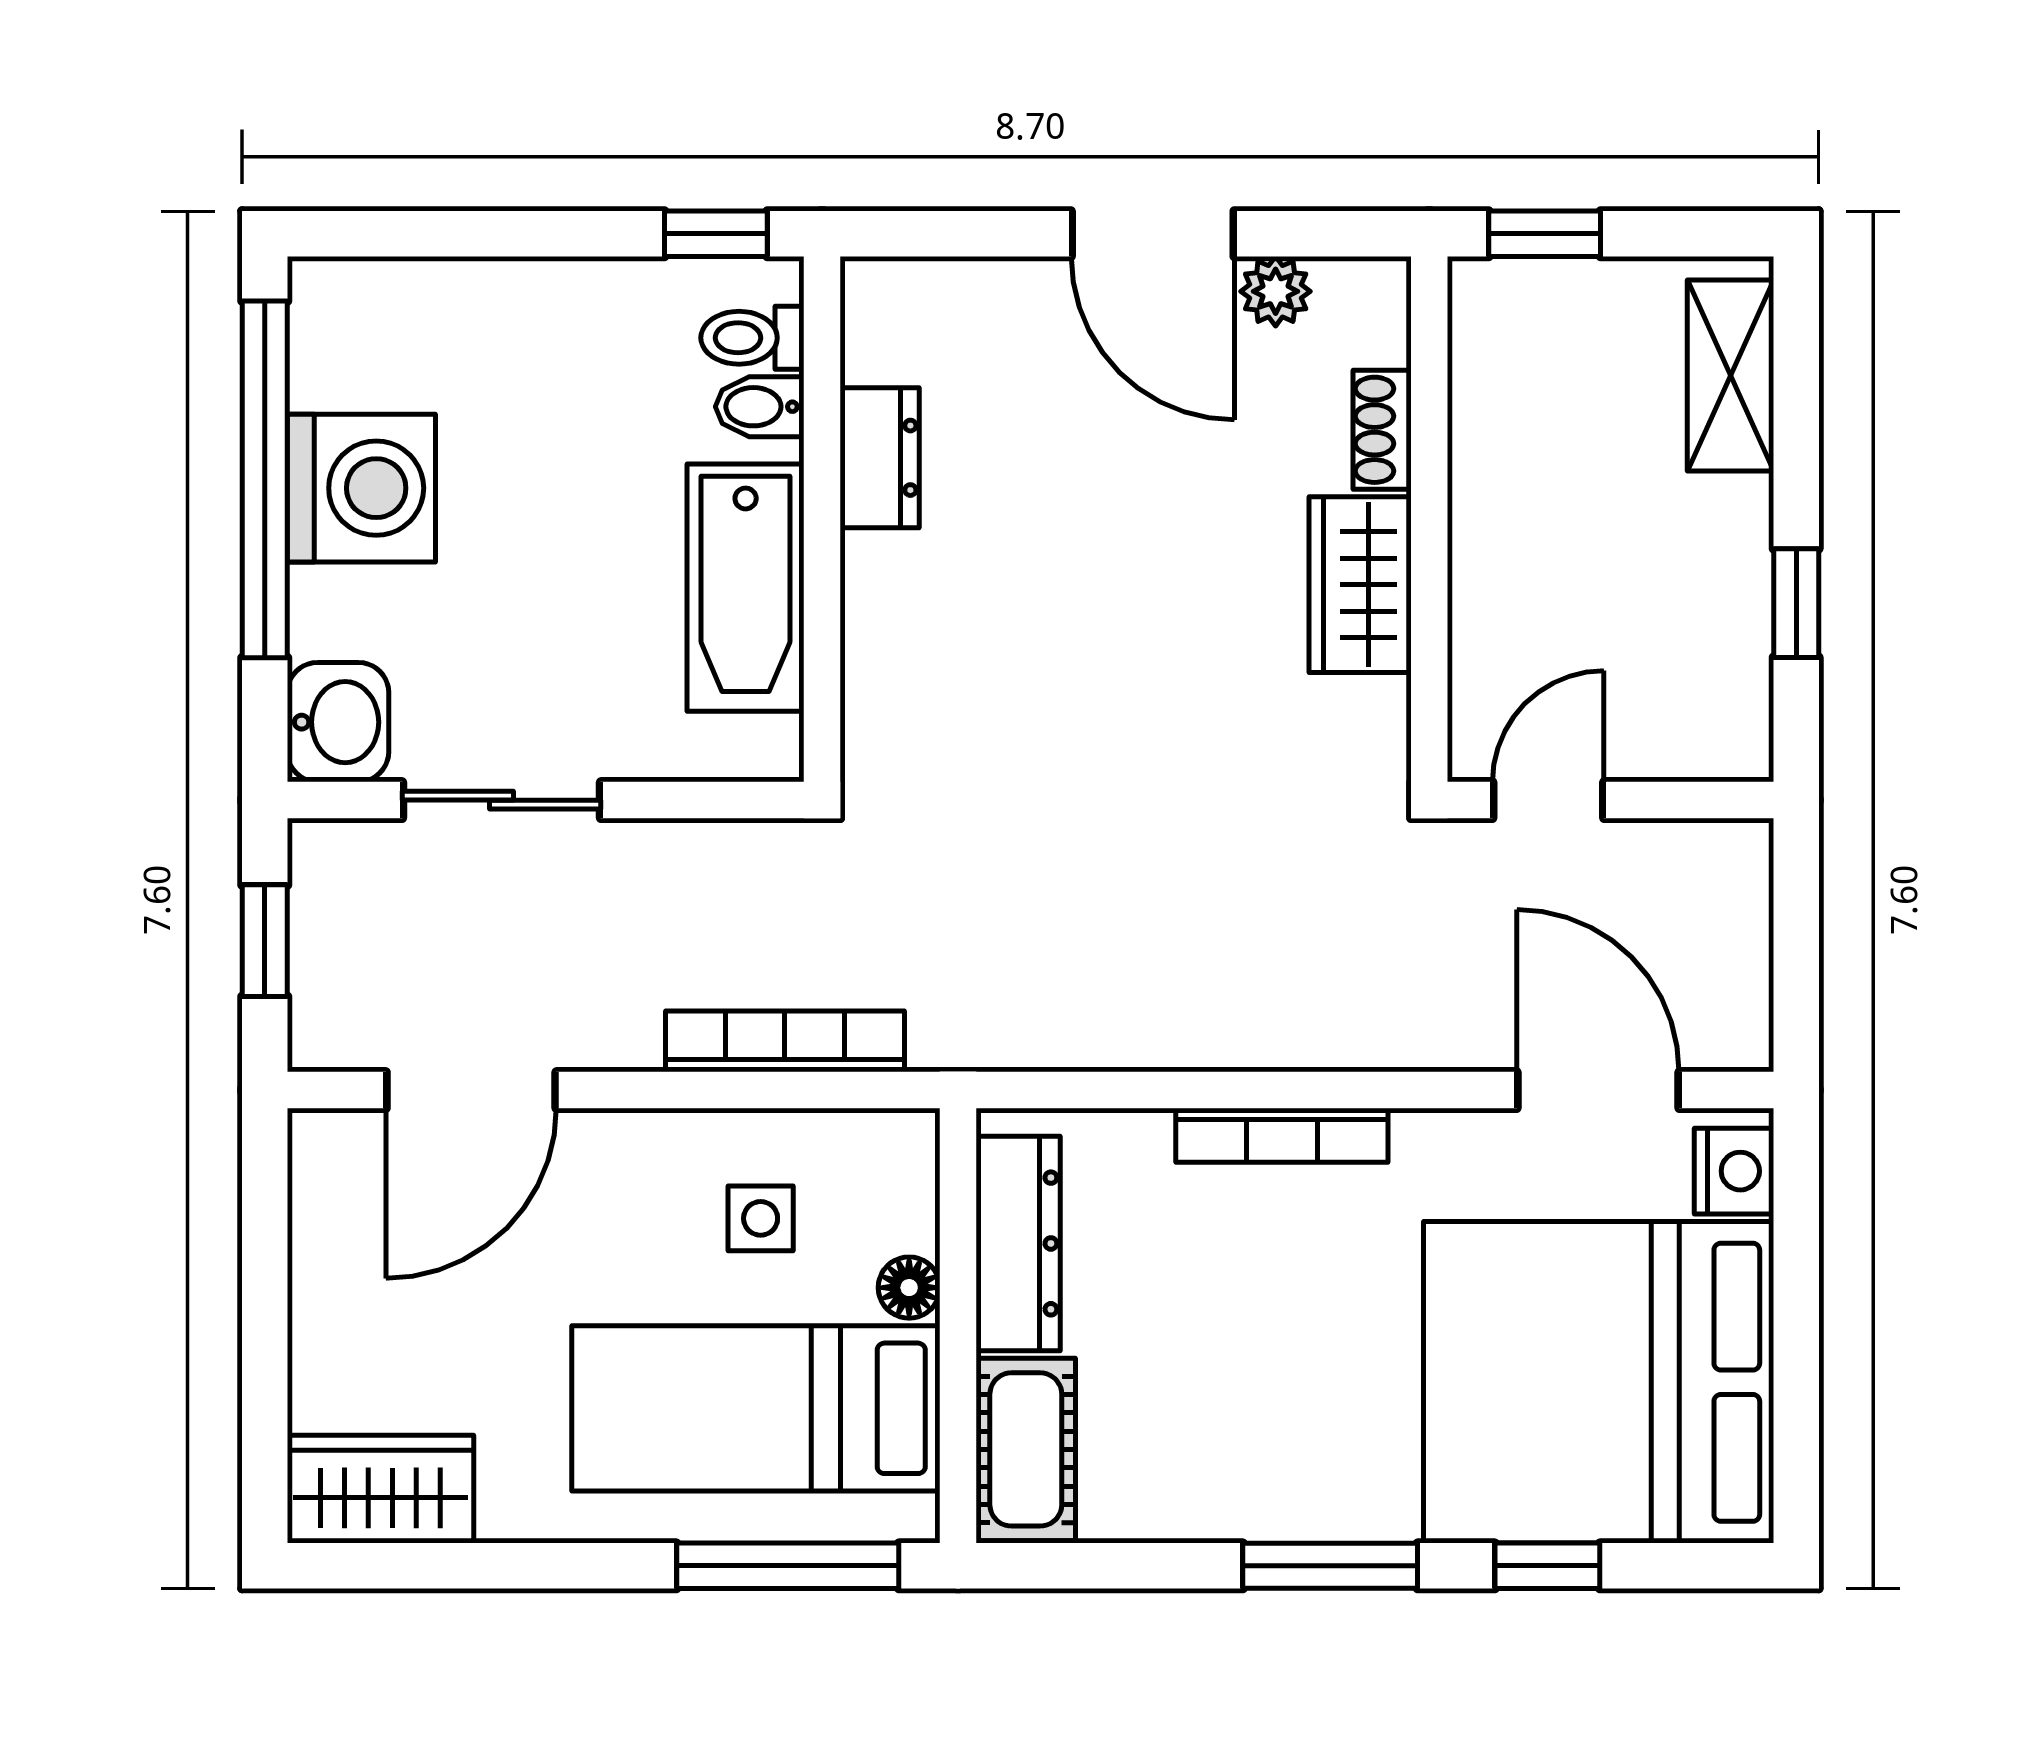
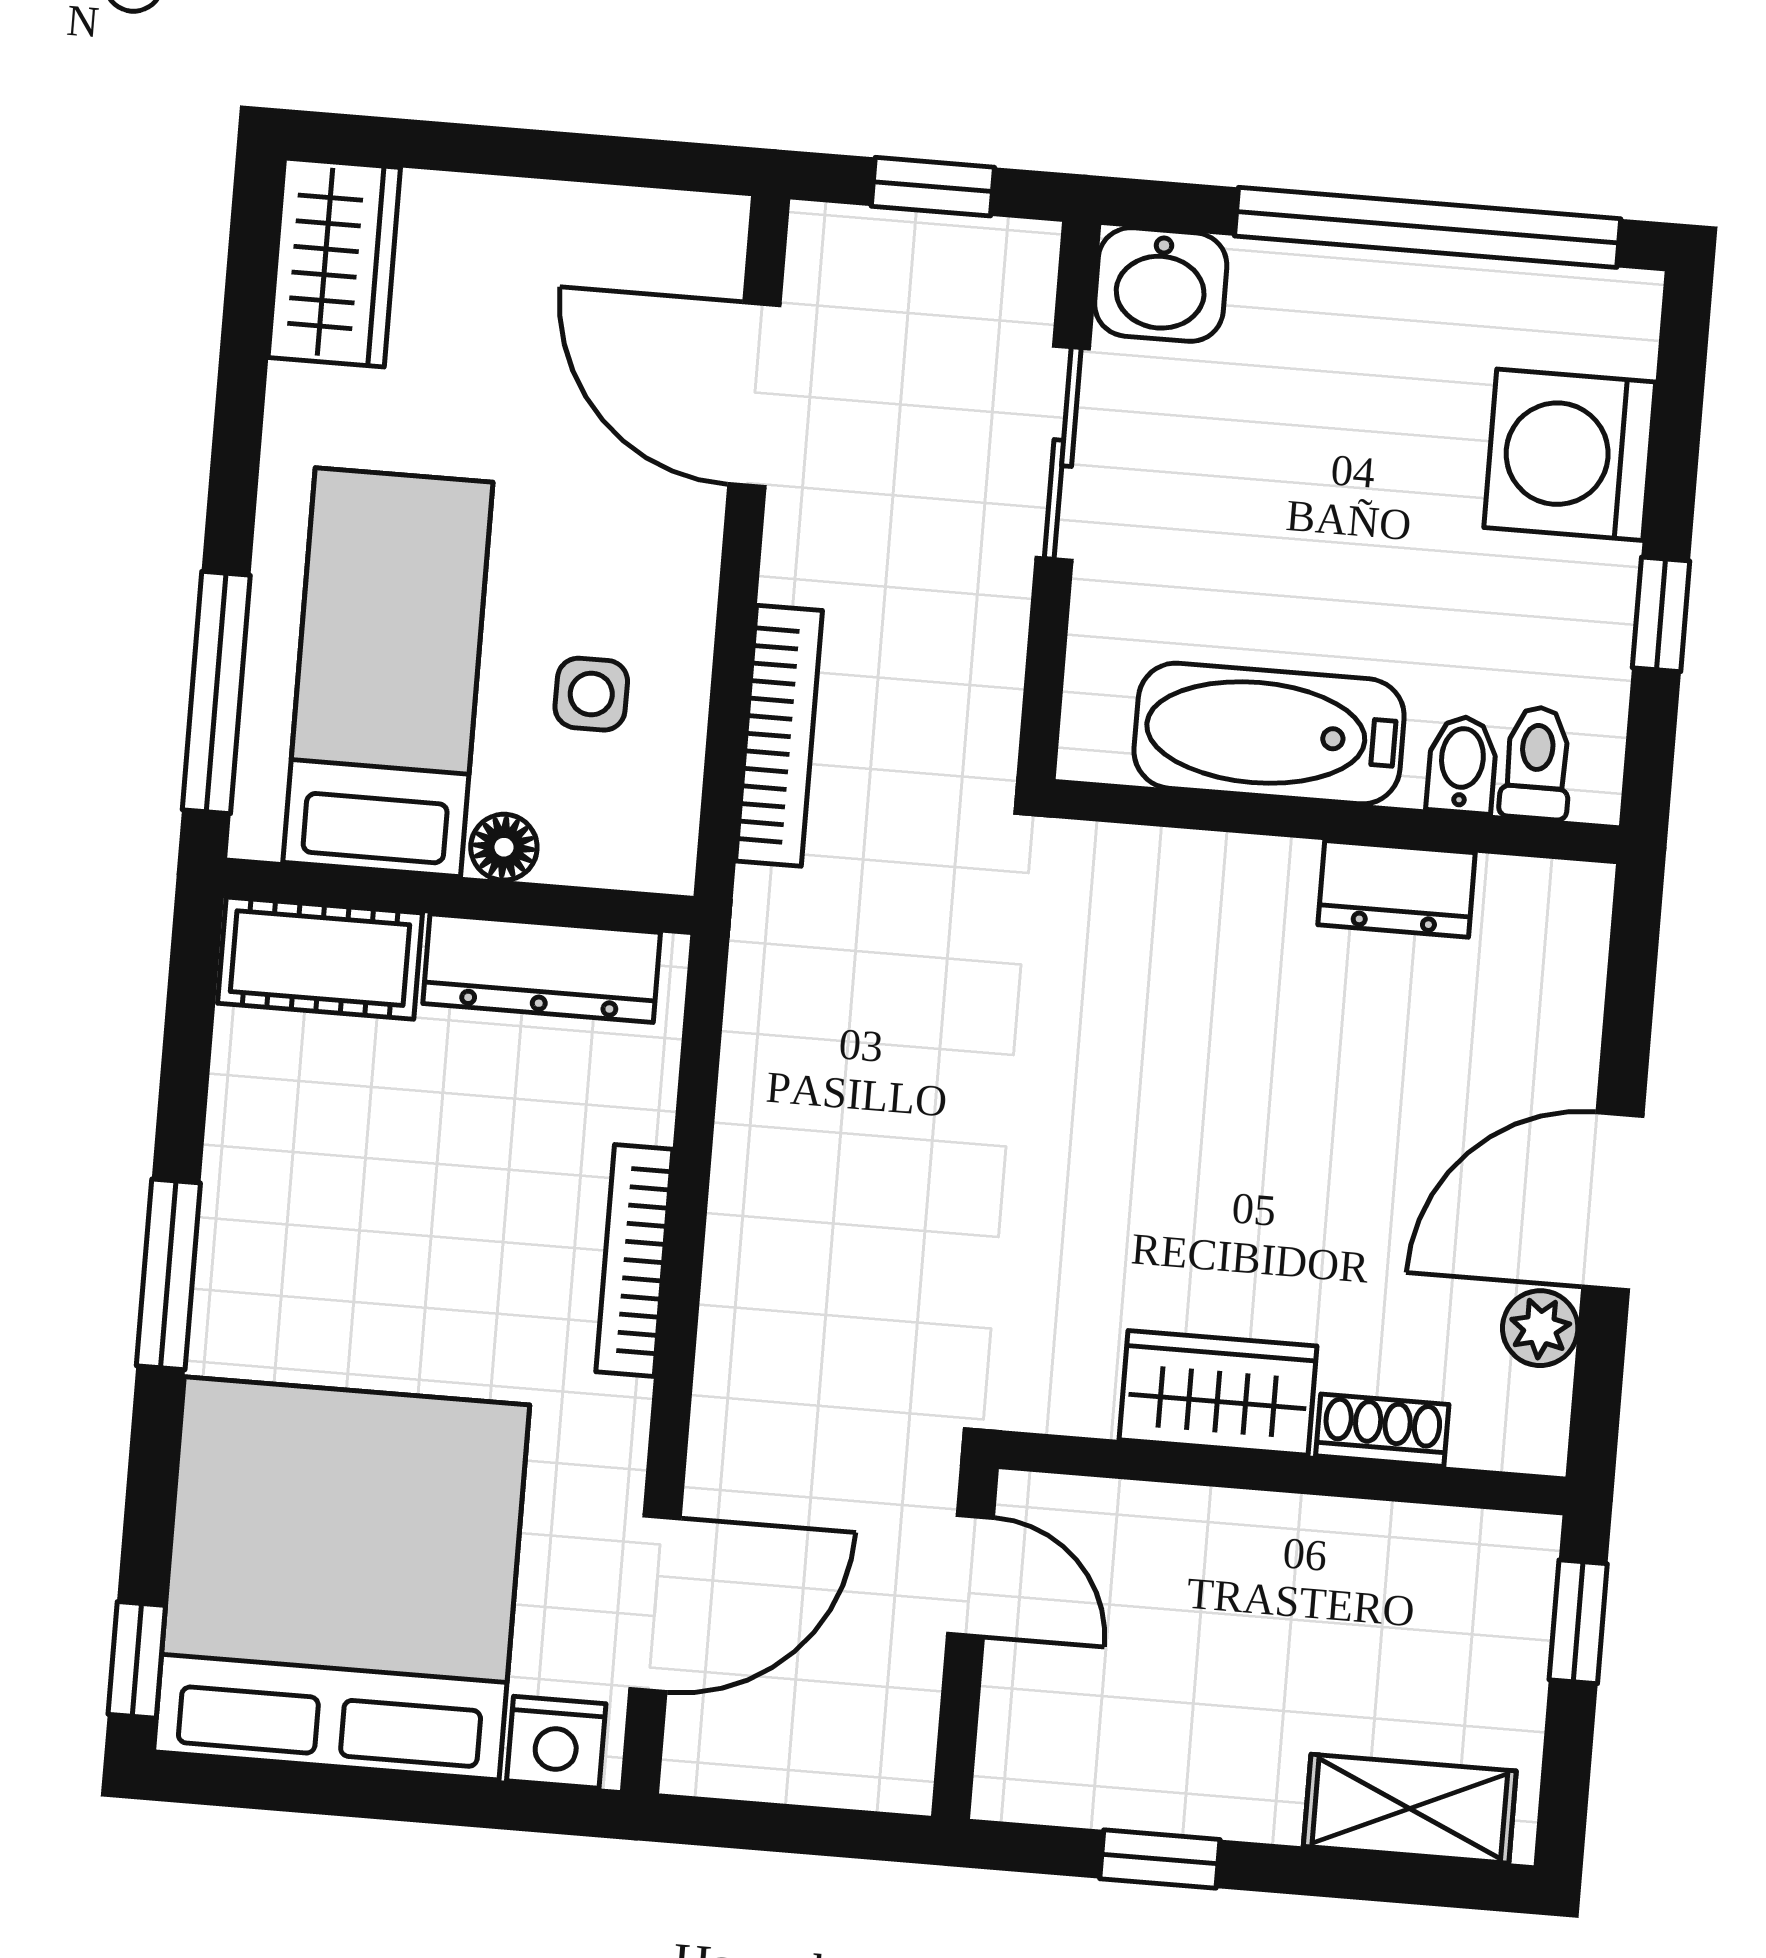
window: (716, 234) -> (1661, 614), moved
washing machine: (361, 488) -> (1570, 455), moved, turned 90
window: (1547, 1566) -> (137, 1660), moved

